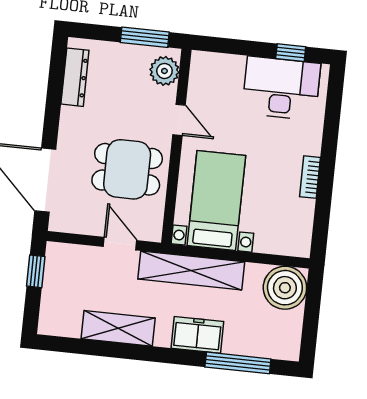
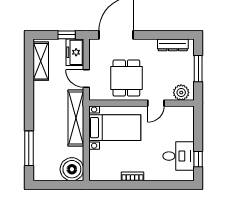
window: (145, 37) -> (198, 69), moved
desk: (281, 88) -> (178, 156), width x0.73
door: (120, 244) -> (86, 78), swing flipped
shelving: (118, 328) -> (41, 61), moved
freezer: (197, 335) -> (75, 52), moved, turned 180

